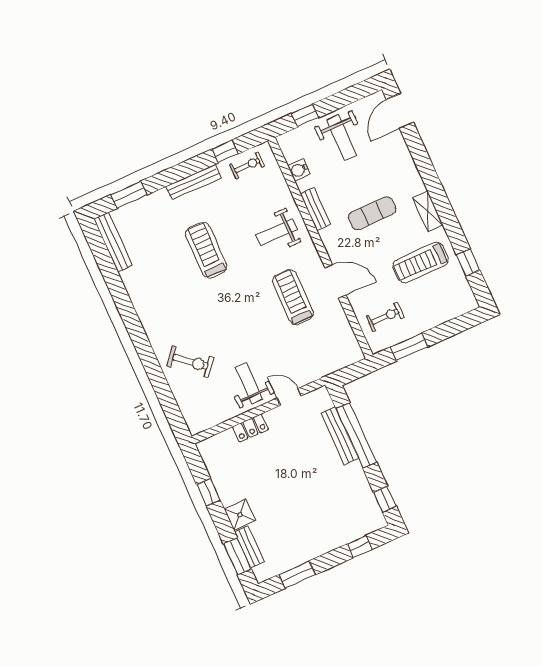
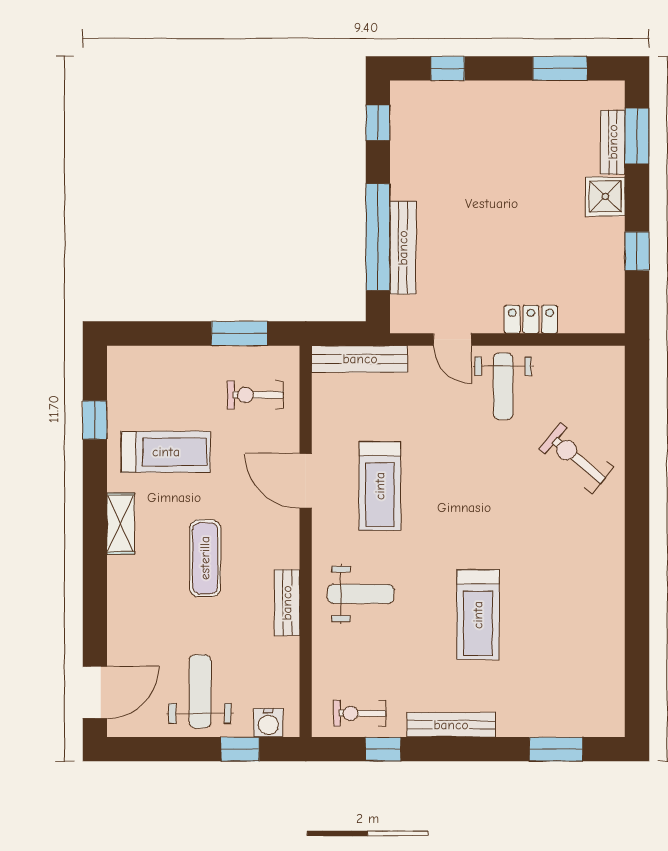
water cooler: (299, 170) -> (268, 723), moved, turned 90
exercise mat: (372, 213) -> (205, 558), turned 90
bench: (113, 242) -> (360, 359), moved, turned 90

